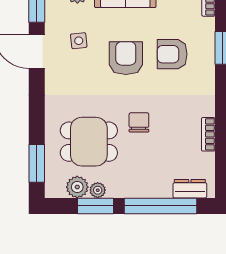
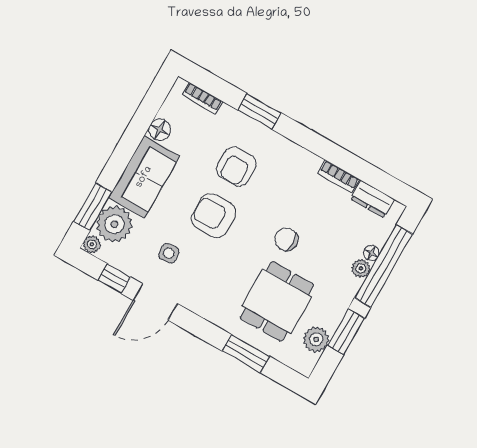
window: (37, 163) -> (246, 354), moved
dresser: (190, 189) -> (373, 199), moved, turned -90
plant: (98, 190) -> (361, 268), moved
floor lamp: (165, 191) -> (371, 253), added

